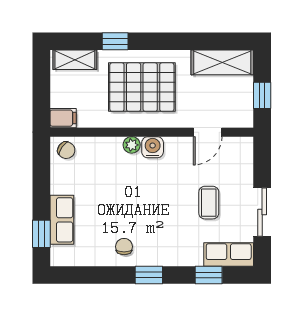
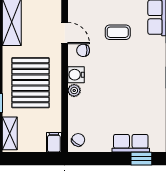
chair: (124, 247) -> (83, 50), moved

